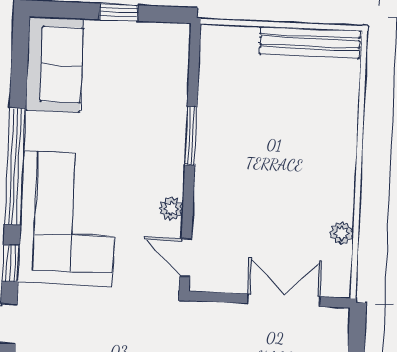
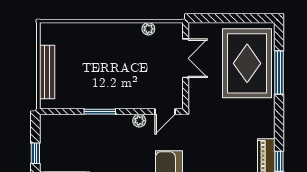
bench: (310, 42) -> (47, 72), moved
double door: (284, 300) -> (186, 58), swing flipped

